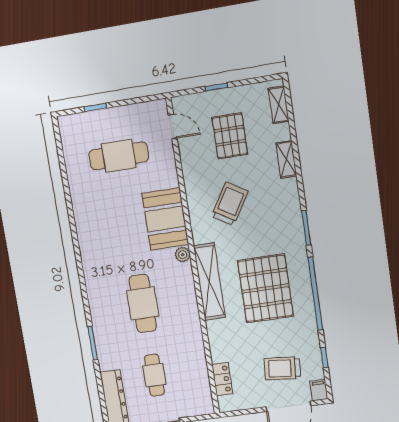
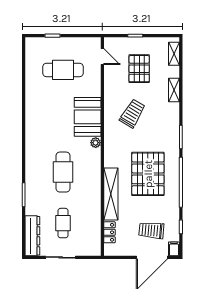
shelving: (209, 282) -> (111, 194), moved

